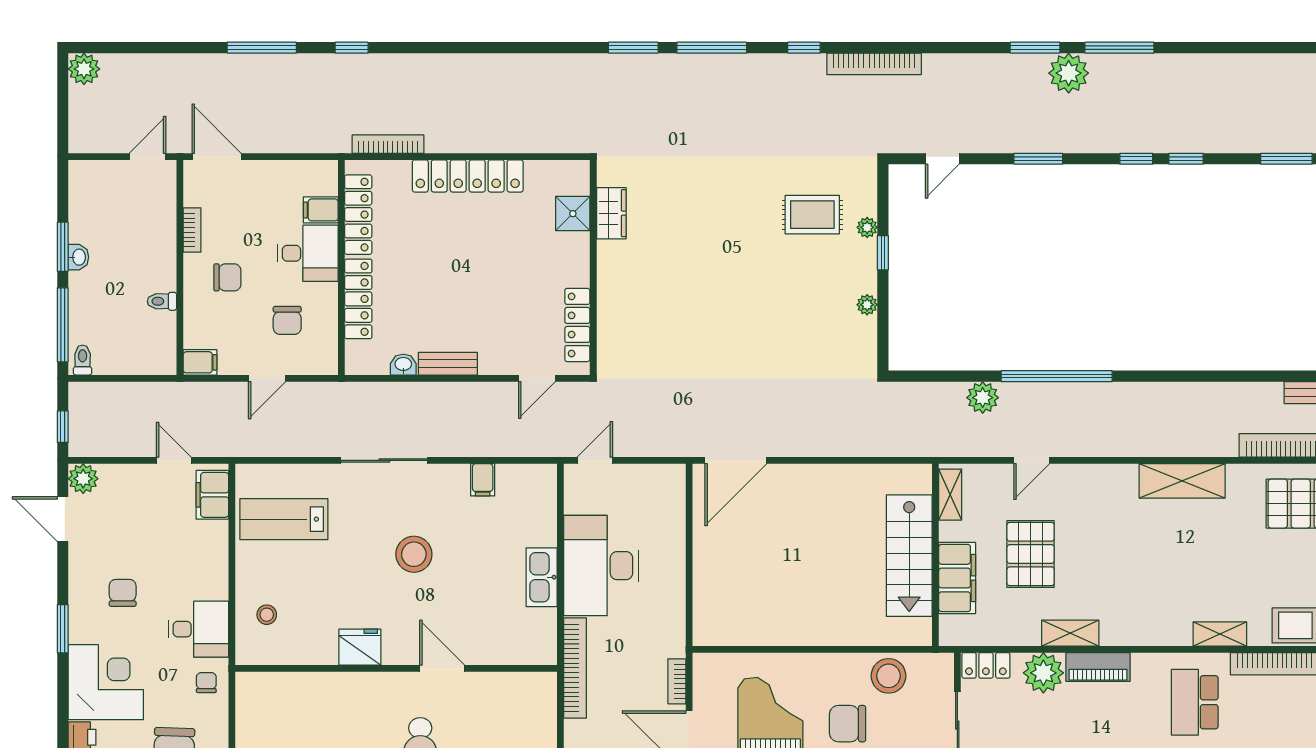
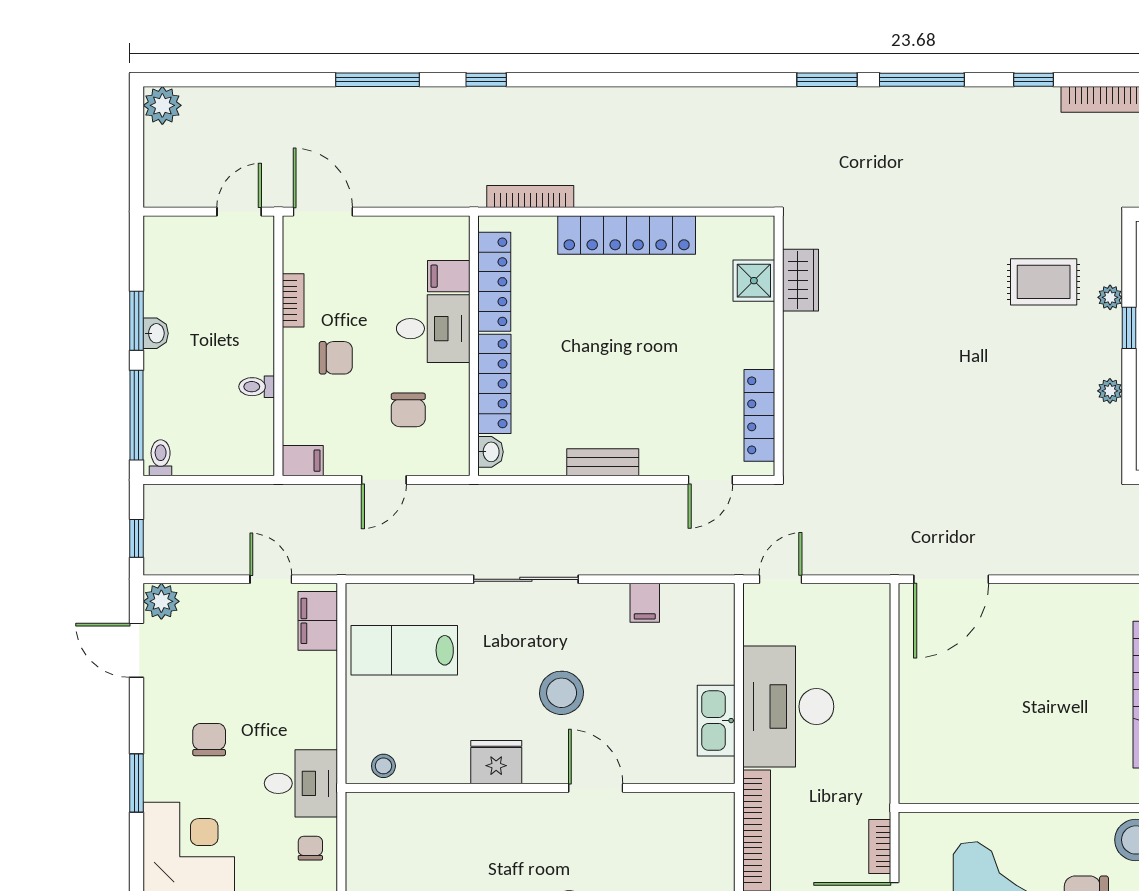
washbasin: (403, 365) -> (490, 452), moved, turned 90
fridge: (360, 647) -> (496, 762), moved
wall: (396, 668) -> (540, 788), moved
door: (442, 668) -> (596, 788), moved

